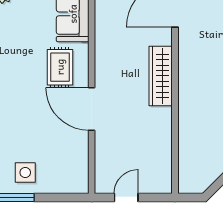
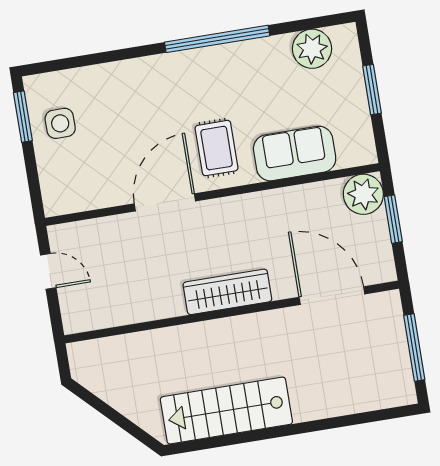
rug: (60, 67) -> (217, 148), turned 90

